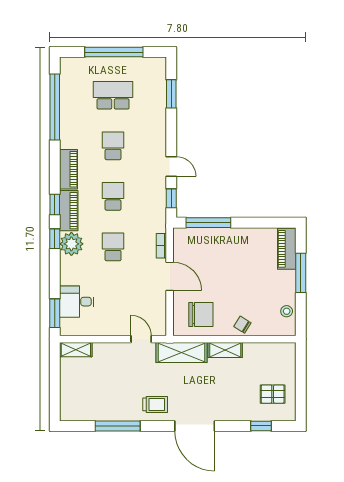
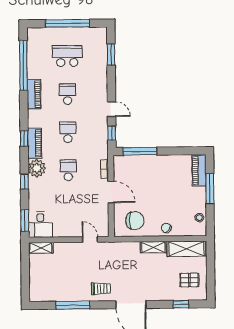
piano: (69, 169) -> (34, 94), moved
window: (55, 239) -> (24, 182), moved
desk: (77, 302) -> (40, 225), moved, turned -90
shelving: (181, 353) -> (186, 249), moved

